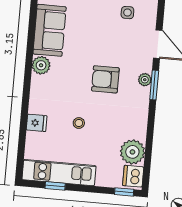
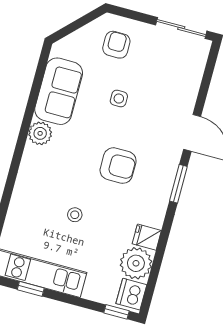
side table: (127, 13) -> (119, 99), moved
armchair: (105, 79) -> (118, 166), turned 180
plant: (145, 80) -> (168, 175), removed
fridge: (37, 123) -> (147, 237), moved, turned 180

